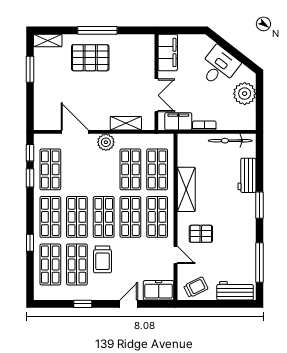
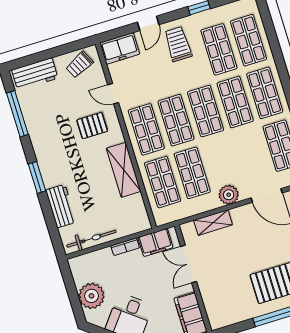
window: (30, 243) -> (278, 57), removed
trolley: (103, 259) -> (178, 44), moved

